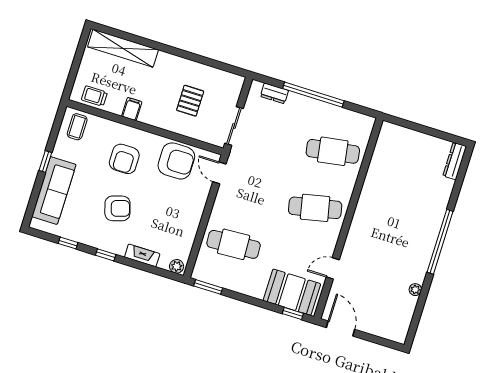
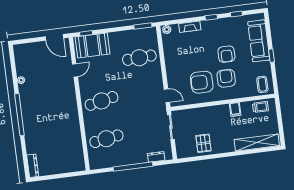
pallet: (190, 101) -> (203, 143), moved
armchair: (176, 161) -> (202, 82), moved
armchair: (117, 208) -> (226, 54), moved, turned -73

